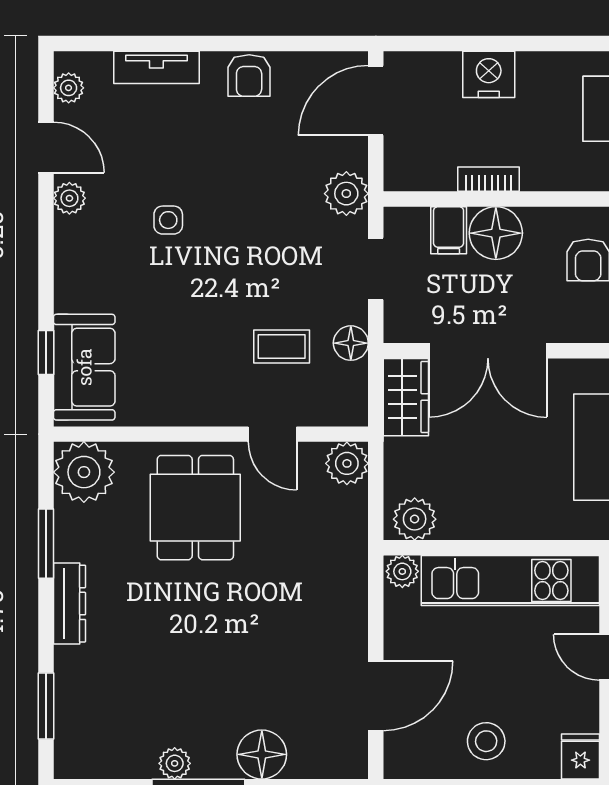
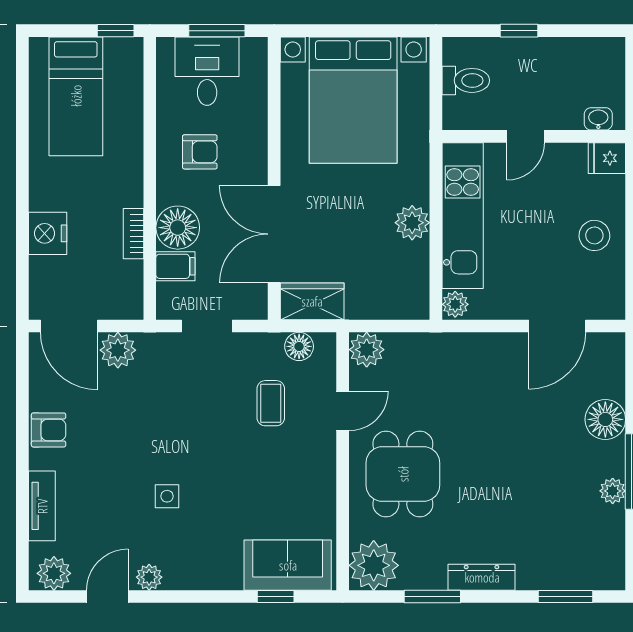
plant: (69, 88) -> (54, 573), width x1.38, depth x1.38
plant: (346, 194) -> (118, 350), moved
floor lamp: (351, 343) -> (299, 346), moved
double door: (488, 351) -> (274, 234), swing flipped
dining table: (195, 508) -> (403, 474), turned 90
plant: (415, 519) -> (412, 223), moved
door: (376, 696) -> (557, 326), swing flipped

